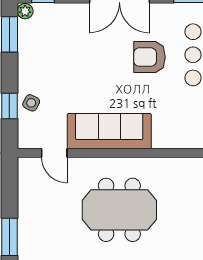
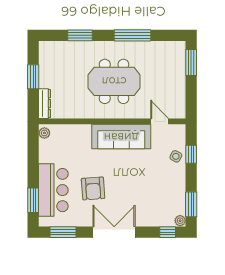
armchair: (149, 57) -> (93, 188), turned 86

